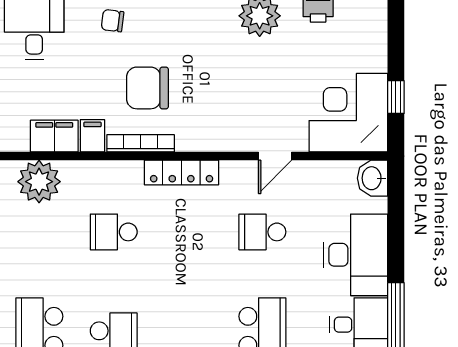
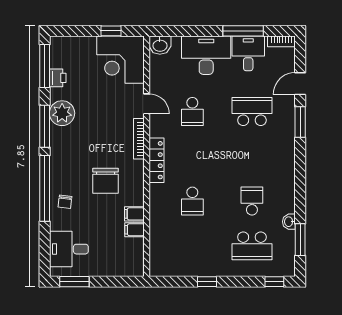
filing cabinet: (54, 136) -> (135, 230), width x0.50
bookcase: (141, 143) -> (139, 139), moved
plant: (39, 182) -> (162, 246), removed

